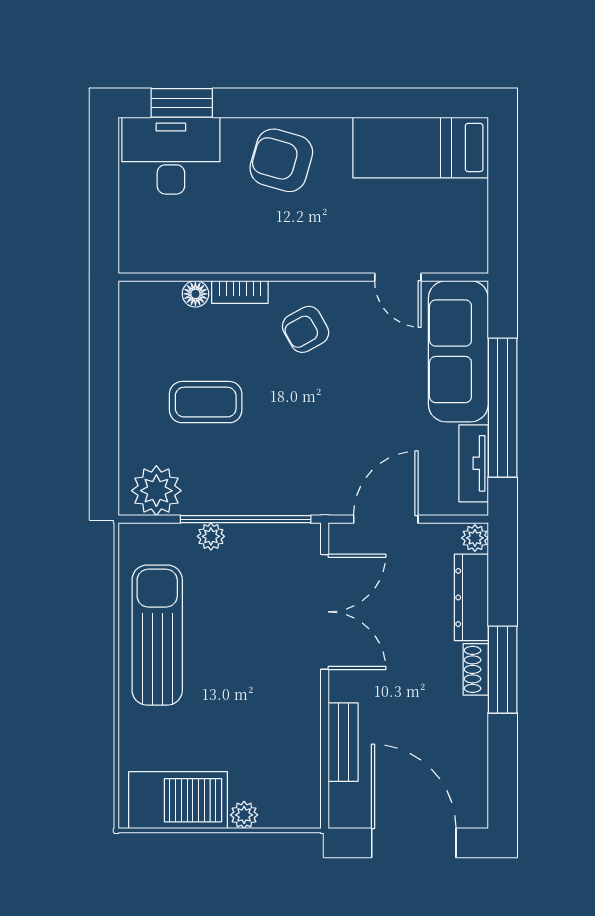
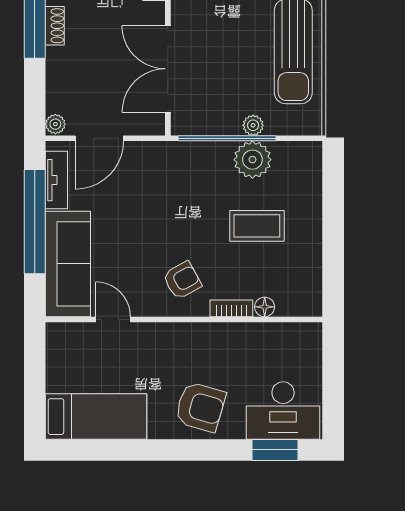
plant: (156, 491) -> (252, 160), moved
door: (386, 519) -> (99, 138), moved
dresser: (471, 597) -> (58, 80), removed

